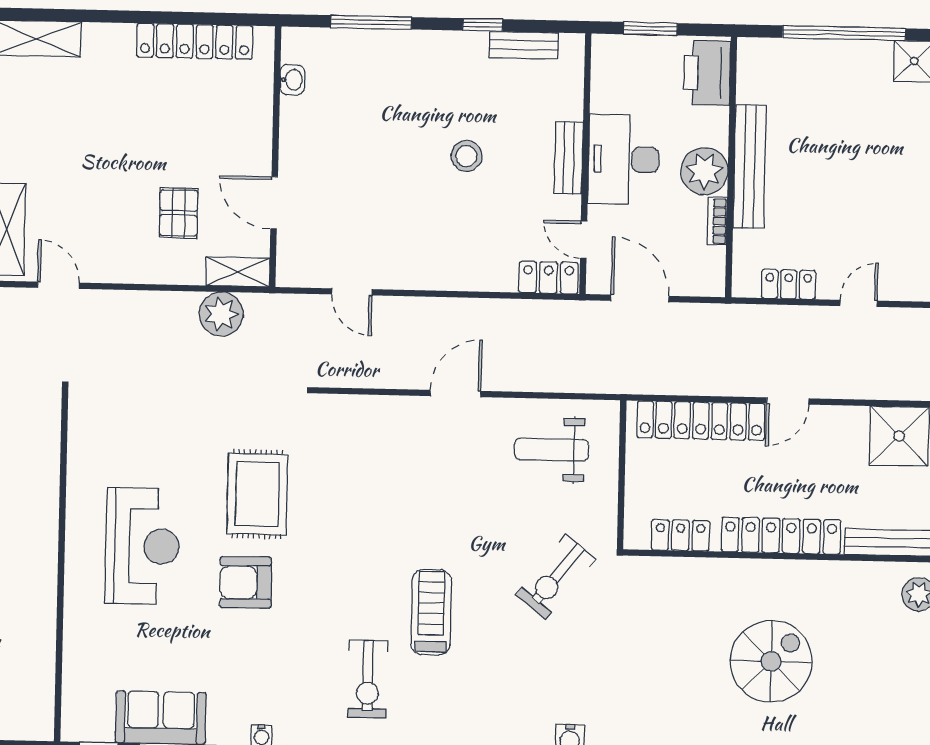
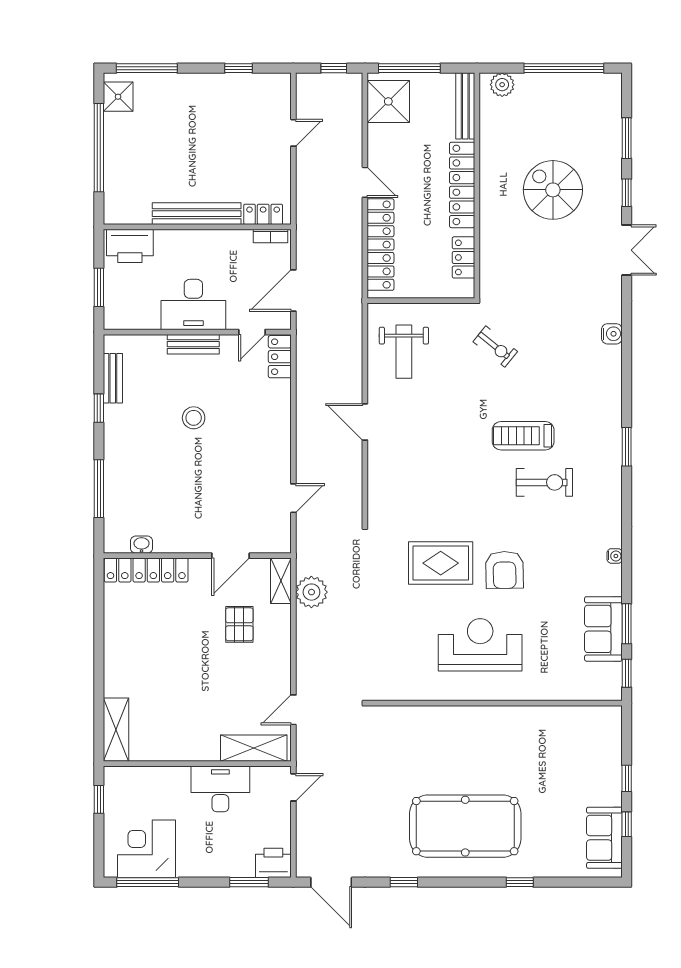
locker: (195, 41) -> (146, 570), moved, turned 90
plant: (704, 171) -> (201, 246), removed
pallet: (179, 213) -> (239, 624), turned 90
bookcase: (717, 221) -> (270, 236), moved
locker: (789, 284) -> (263, 214), moved, turned 90
door: (859, 303) -> (293, 133), swing flipped
exercise bike: (556, 577) -> (495, 347), width x0.73, depth x0.72
exercise bike: (368, 679) -> (544, 482), moved

